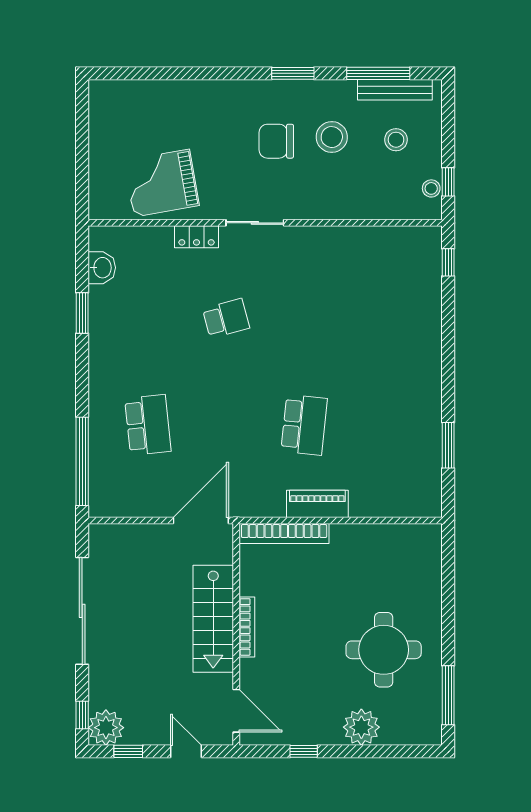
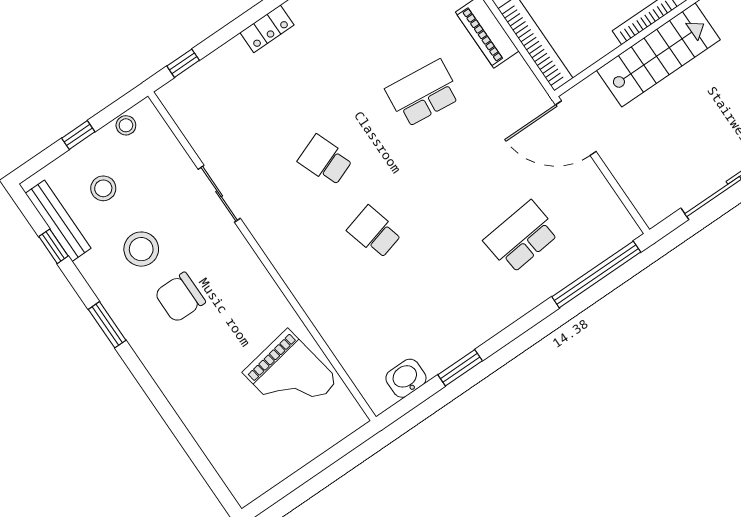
window: (378, 73) -> (53, 246), width x0.46
chair: (276, 141) -> (180, 297), turned 90
window: (448, 182) -> (78, 135), moved
sliding door: (255, 223) -> (219, 194), moved
locker: (196, 237) -> (267, 29), moved, turned 90
school desk: (304, 318) -> (325, 160), added

